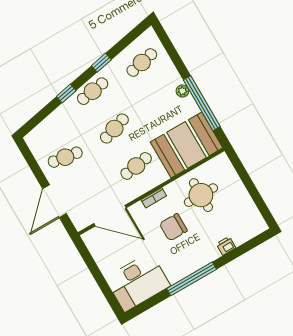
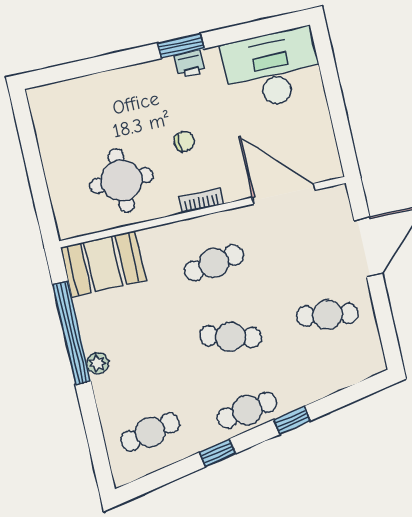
cafe table: (114, 129) -> (230, 337), turned 33
booth: (186, 145) -> (103, 264), width x0.73, depth x0.70
chair: (173, 227) -> (184, 141), width x0.54, depth x0.54
printer: (226, 246) -> (190, 64), moved
window: (192, 279) -> (181, 46), width x0.47

